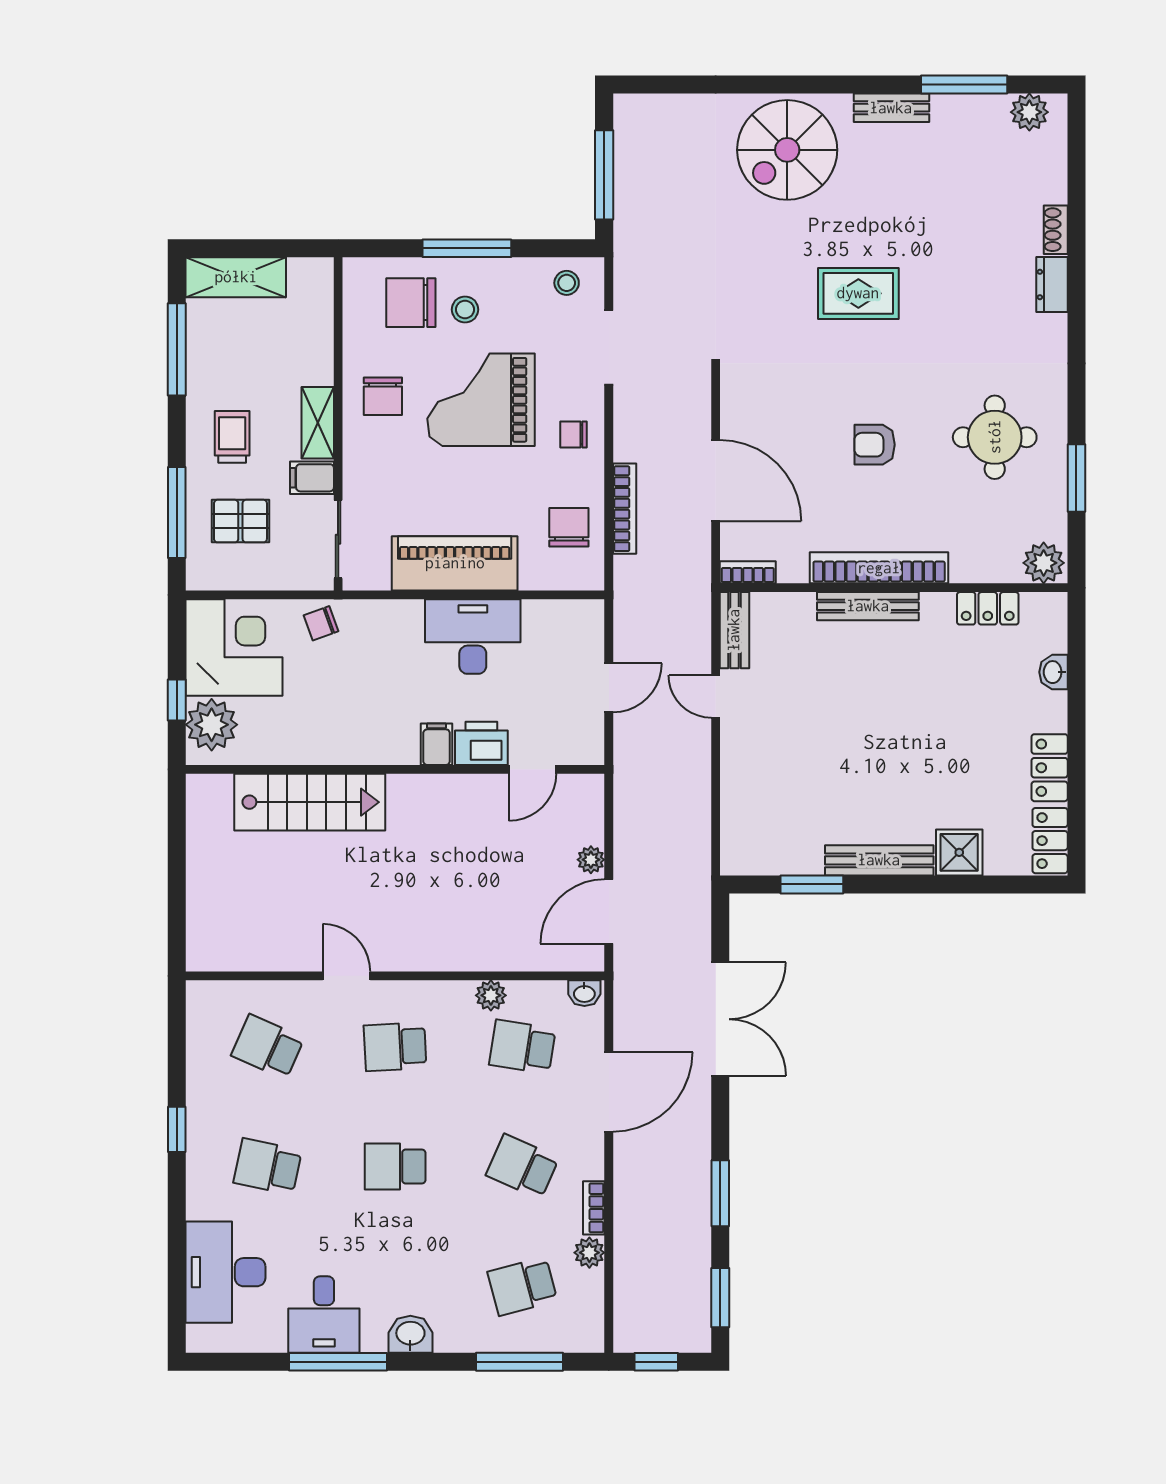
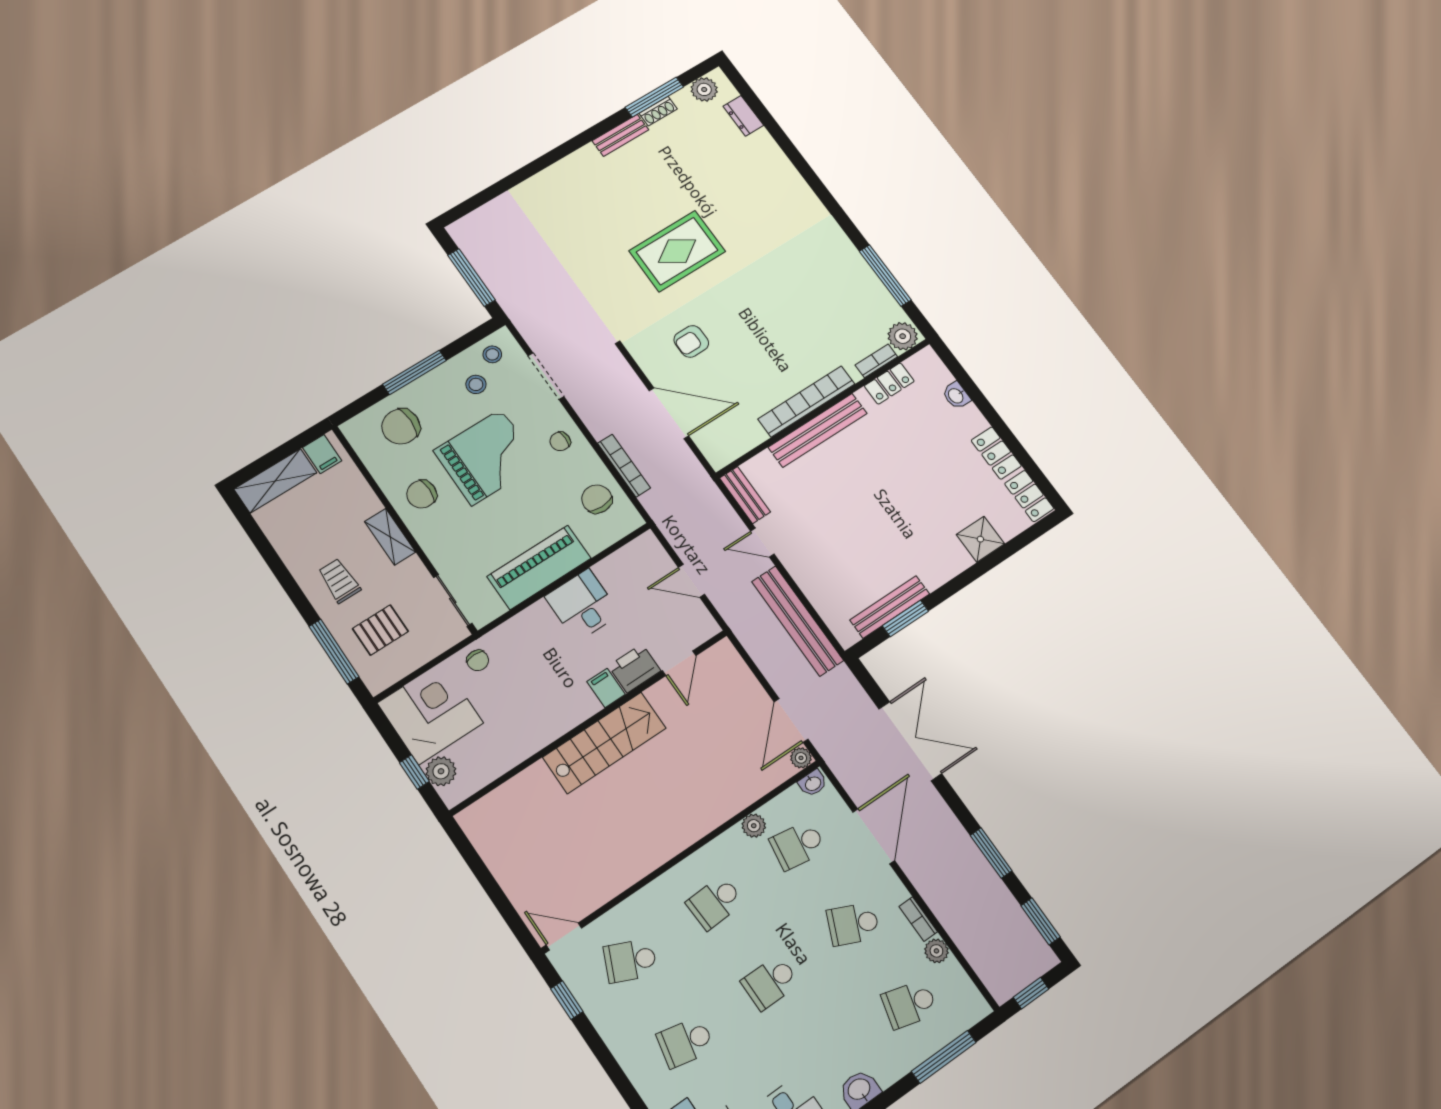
spiral stairs: (787, 150) -> (574, 196), removed
shoe rack: (1056, 230) -> (658, 111), moved, turned -90
dresser: (1052, 285) -> (743, 116), moved
rug: (858, 293) -> (677, 251), width x1.36, depth x1.43
stool: (465, 310) -> (476, 384), moved
window: (177, 349) -> (266, 549), removed
chair: (383, 396) -> (422, 494), turned 90
grand piano: (481, 400) -> (487, 457), turned 180
round table: (995, 437) -> (820, 283), removed
armchair: (875, 445) -> (691, 341), moved
filing cabinet: (312, 478) -> (322, 454), moved, turned -90
window: (1076, 478) -> (885, 276), width x1.44
bookcase: (748, 572) -> (876, 361), moved
bench: (868, 606) -> (818, 430), width x1.37, depth x1.21
chair: (321, 623) -> (478, 660), turned -70
desk: (473, 637) -> (582, 605), width x0.73
door: (609, 688) -> (692, 581), swing flipped
plant: (212, 725) -> (441, 771), width x0.73, depth x0.73
stairs: (310, 802) -> (605, 743), moved
bench: (692, 809) -> (797, 621), added
plant: (591, 860) -> (801, 758), moved
bench: (879, 860) -> (890, 607), moved
door: (346, 976) -> (564, 936), moved
window: (177, 1129) -> (567, 1000), moved
school desk: (522, 1286) -> (910, 1004), turned 30

